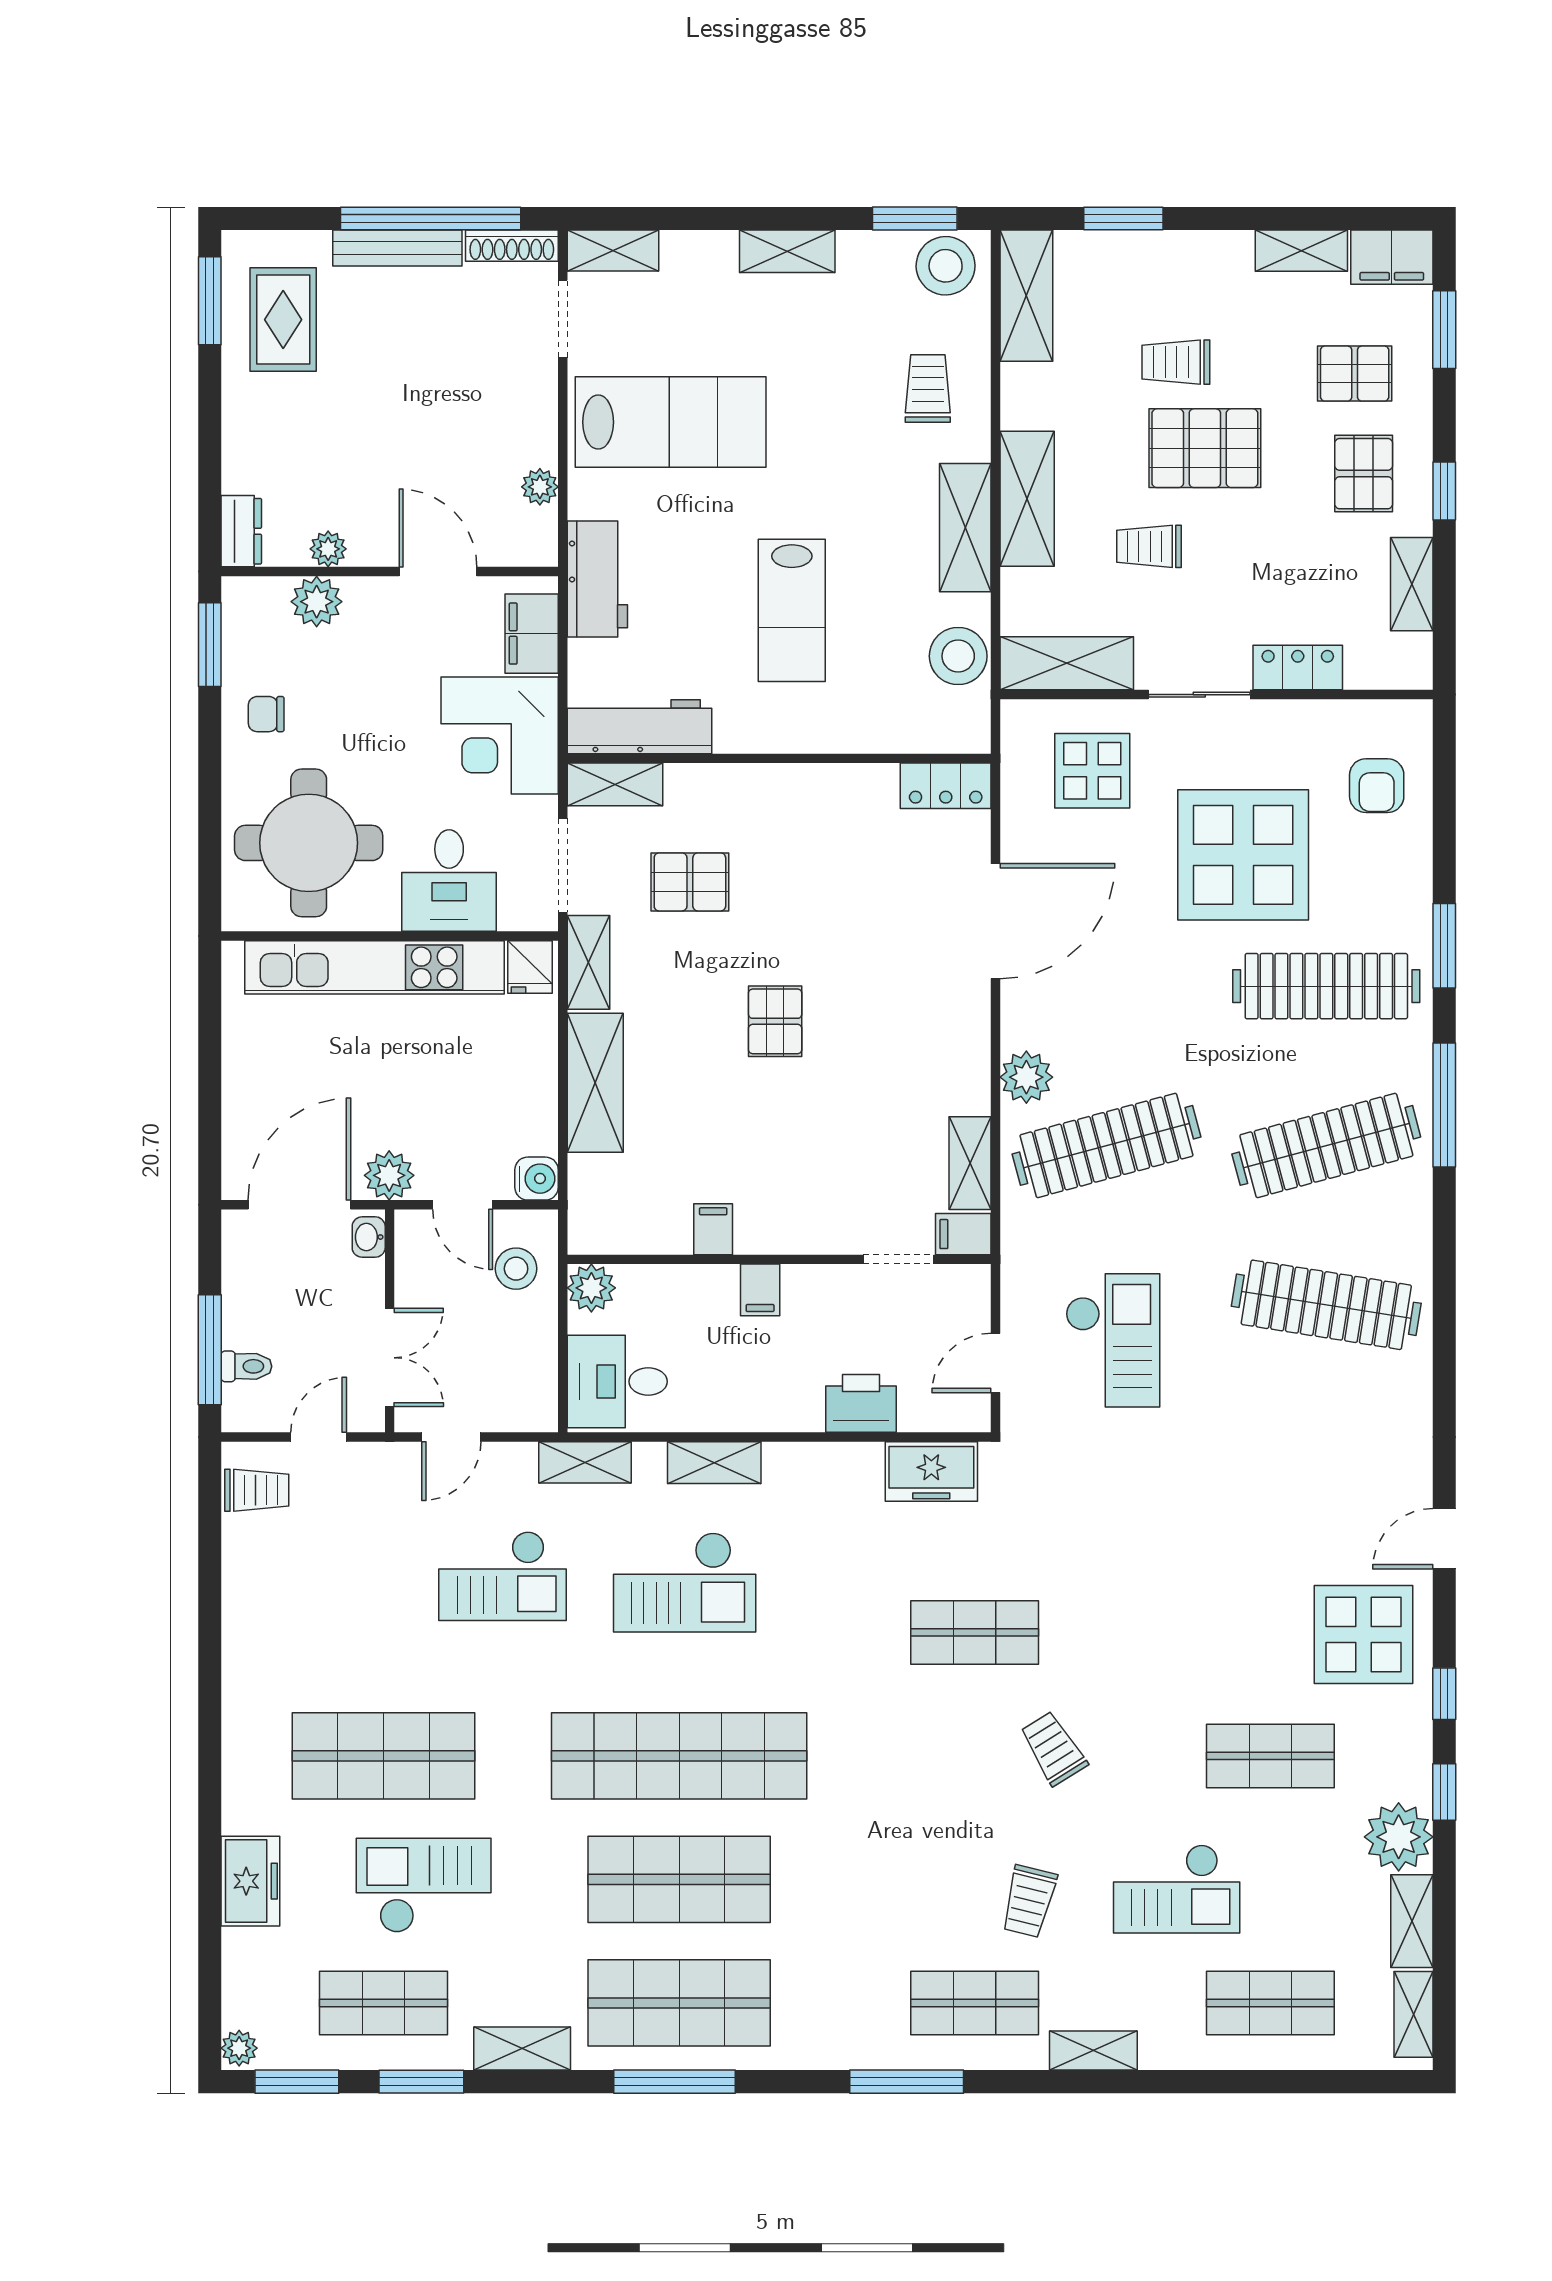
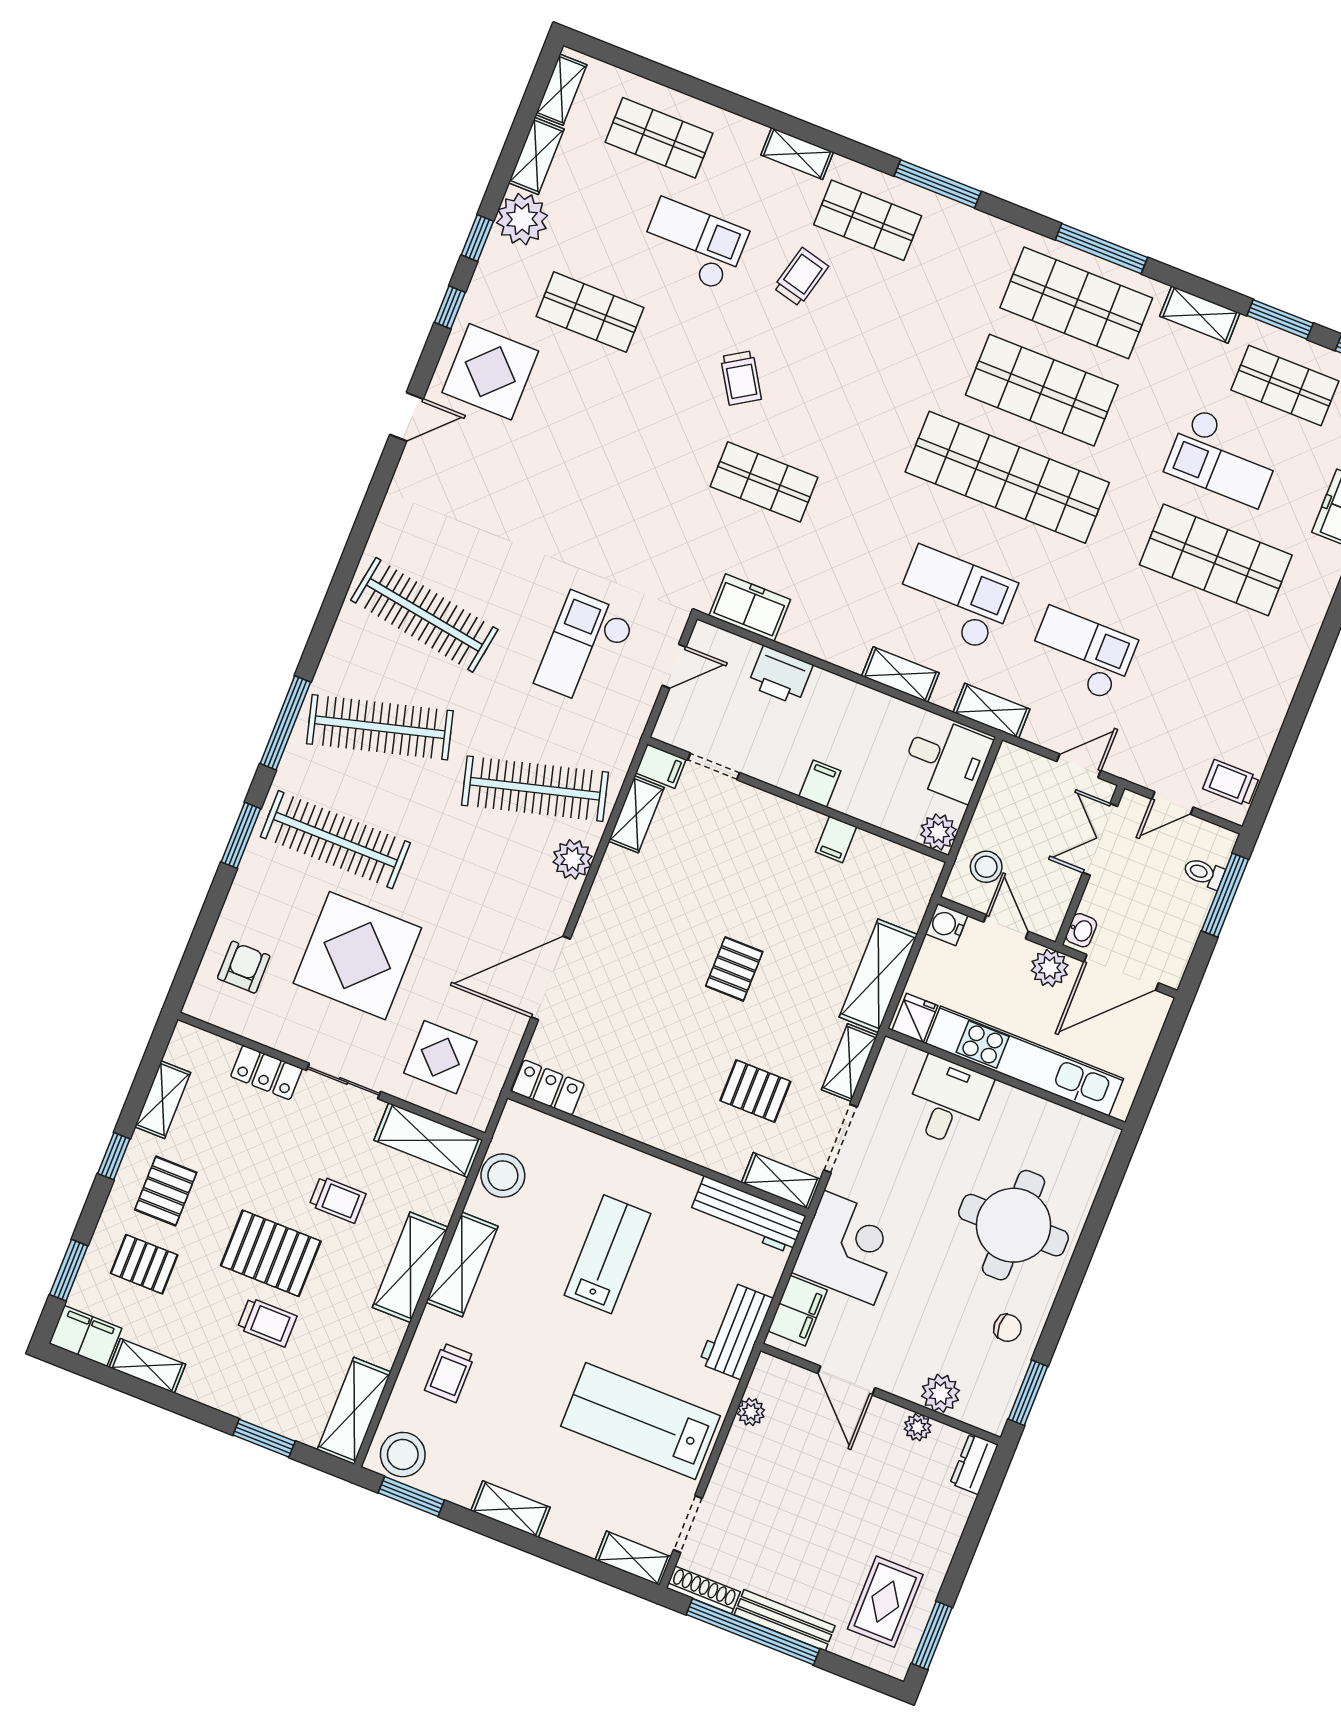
desk: (449, 881) -> (948, 1101), moved
wall: (390, 936) -> (1005, 1079), moved
kitchen unit: (375, 967) -> (1025, 1061), moved
fridge: (530, 967) -> (915, 1018), moved

